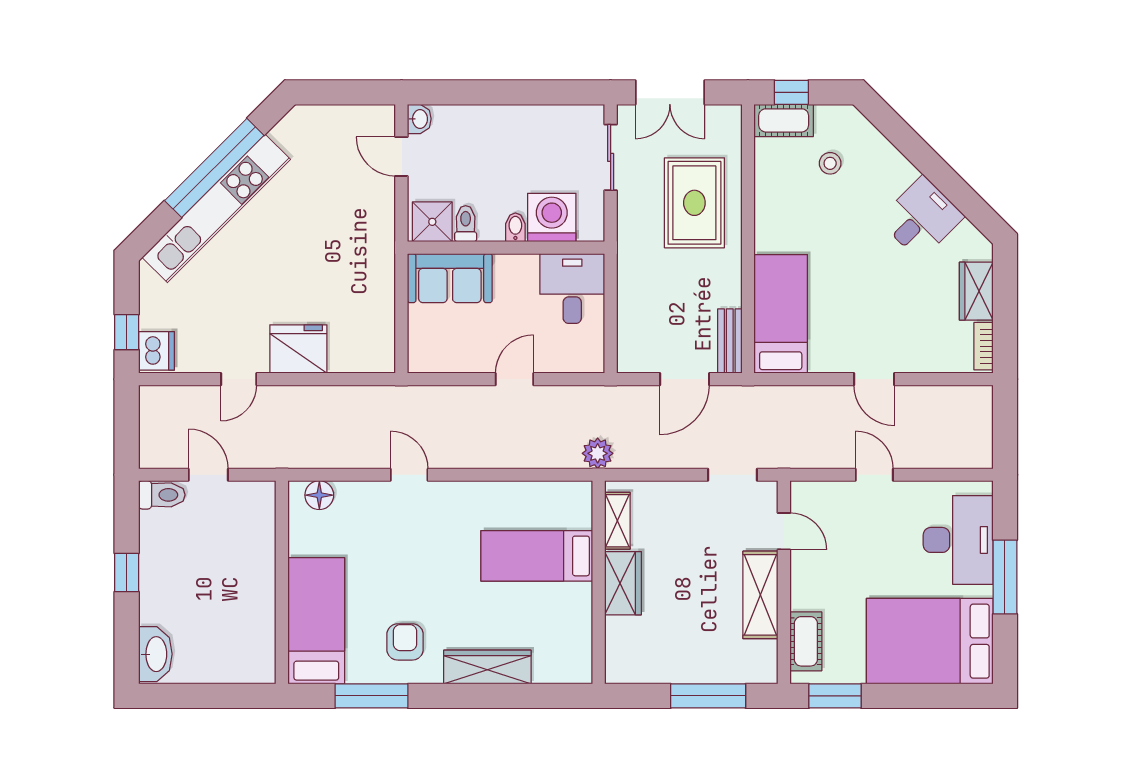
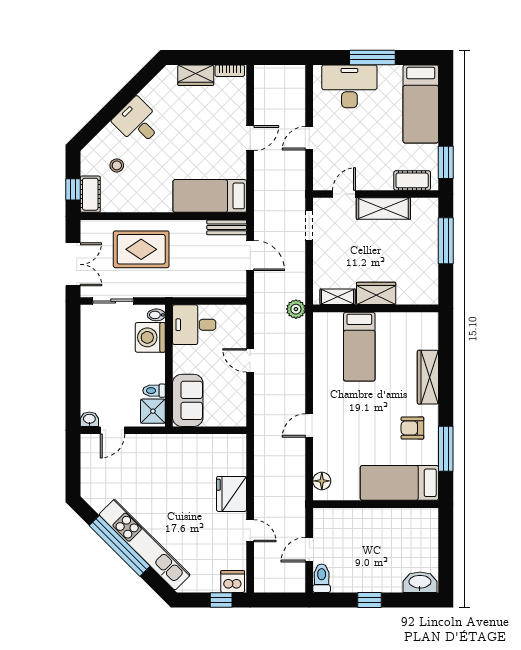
desk: (921, 218) -> (138, 122), moved
bidet: (515, 227) -> (156, 315), moved
bed: (930, 641) -> (421, 104), width x0.67

